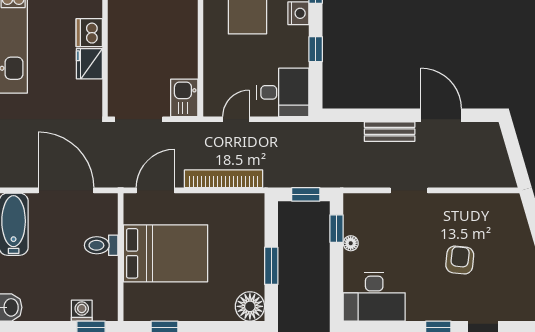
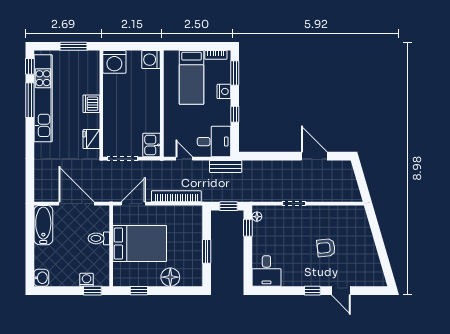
fridge: (89, 64) -> (91, 139), moved
door: (236, 119) -> (184, 159), hinge flipped
bench: (390, 132) -> (226, 166), moved
floor lamp: (351, 243) -> (257, 217), moved
armchair: (460, 260) -> (326, 248), turned -102
desk: (374, 297) -> (266, 271), width x0.73
floor lamp: (250, 306) -> (170, 277), moved

